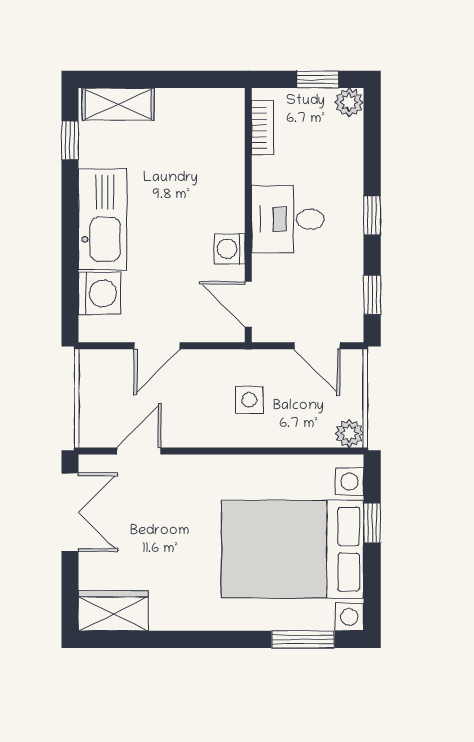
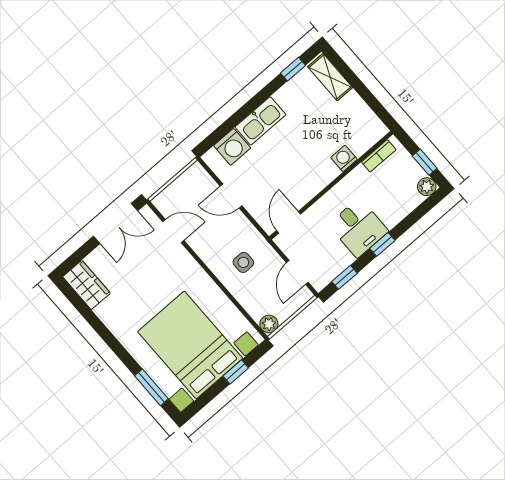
kitchen sink: (103, 219) -> (260, 121), width x0.73, depth x0.81
desk: (288, 219) -> (358, 228), moved, turned 180
washing machine: (230, 249) -> (344, 158), moved

